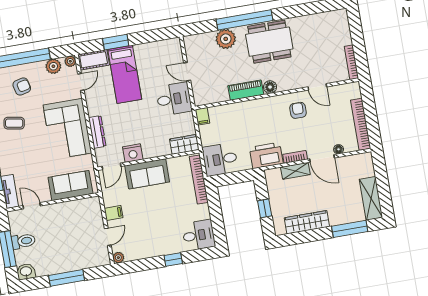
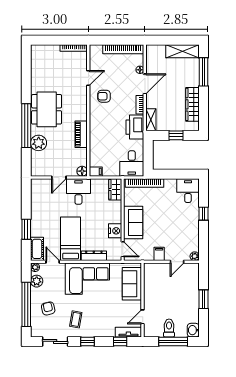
bed: (125, 74) -> (71, 239), moved, turned -90
floor lamp: (270, 87) -> (82, 171), moved
shelving: (295, 171) -> (151, 120), moved
door: (108, 237) -> (177, 262), swing flipped
window: (67, 278) -> (204, 299), width x0.69

